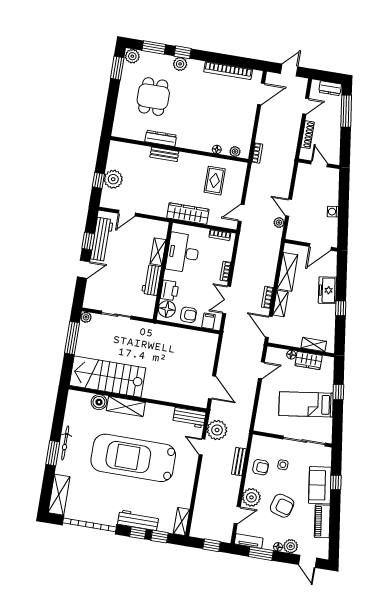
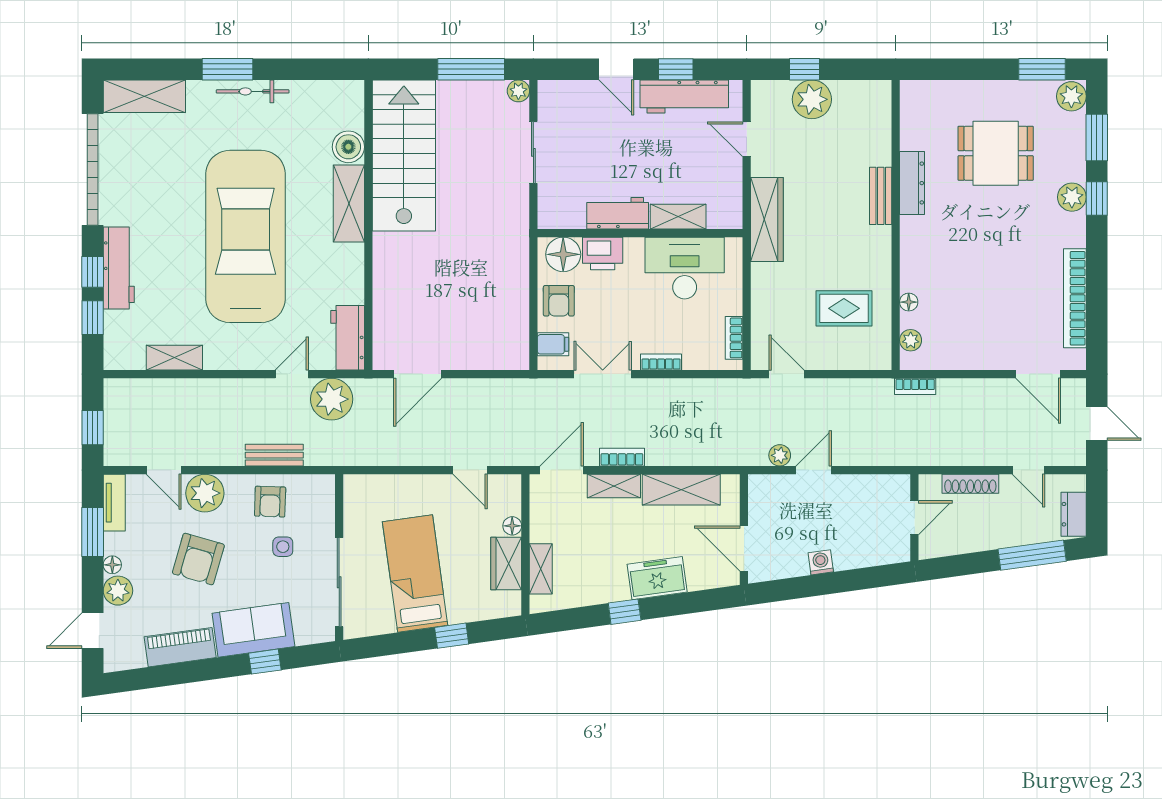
wardrobe: (188, 214) -> (767, 220), moved
shelving: (181, 521) -> (174, 358), moved

